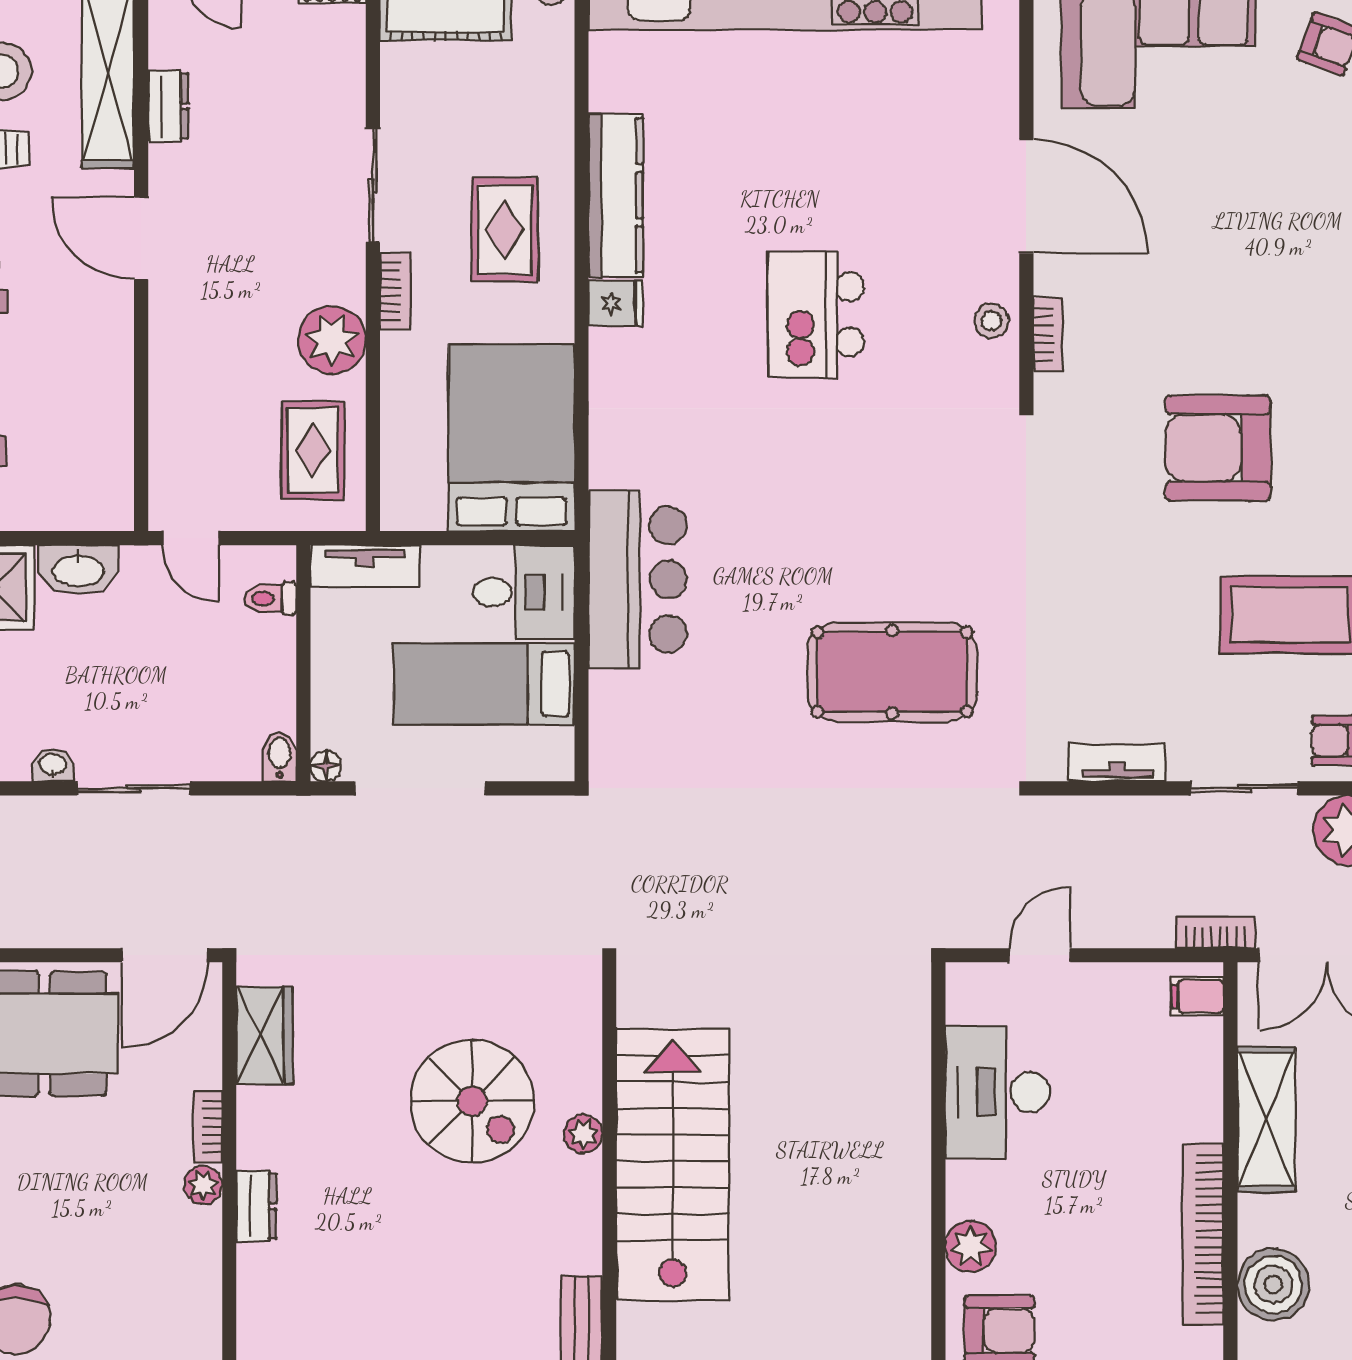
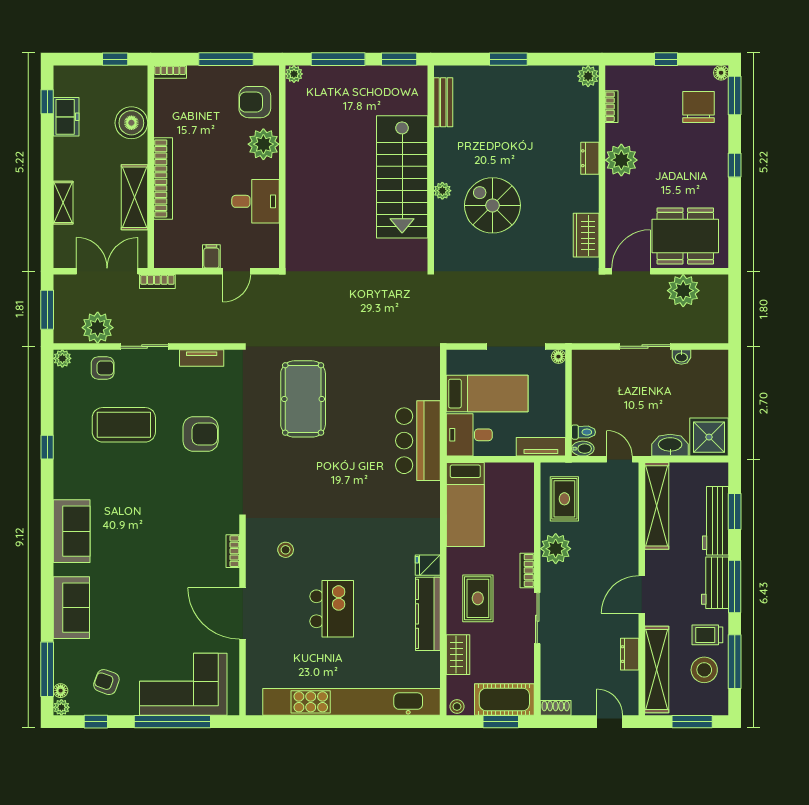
wardrobe: (549, 105) -> (458, 655), added
door: (141, 238) -> (642, 594), swing flipped
kitchen island: (816, 314) -> (332, 609), moved
stool: (991, 321) -> (286, 550), moved
shelving: (108, 435) -> (657, 506), added
bed: (511, 438) -> (465, 505), width x0.67
armchair: (1218, 448) -> (201, 434), moved, width x0.73, depth x0.73
pool table: (892, 672) -> (303, 399), turned 90
bidet: (280, 757) -> (583, 449), moved, turned -90
plant: (49, 912) -> (683, 291), added
filing cabinet: (1197, 996) -> (211, 256), moved, turned -90
desk: (998, 1092) -> (256, 201), width x0.73
bookcase: (208, 1127) -> (612, 107), moved
plant: (203, 1185) -> (621, 160), width x1.87, depth x1.87
bookcase: (1203, 1234) -> (163, 179), moved
plant: (971, 1246) -> (263, 144), width x1.36, depth x1.36

